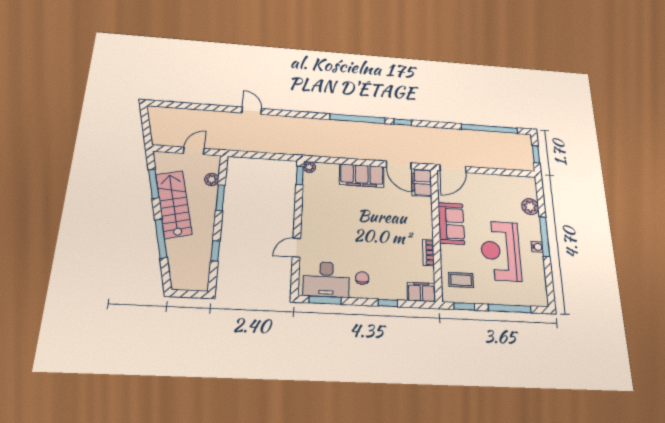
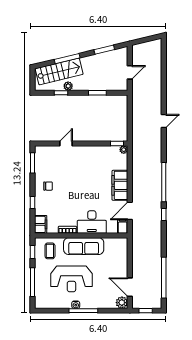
door: (252, 111) -> (164, 121), moved
door: (194, 151) -> (130, 72), hinge flipped
door: (453, 169) -> (130, 287), moved
plant: (212, 179) -> (68, 86), moved
filing cabinet: (422, 183) -> (123, 227), width x0.50
stairs: (174, 204) -> (59, 71), moved
plant: (530, 207) -> (122, 303), moved
sofa: (451, 223) -> (84, 246), width x1.36
door: (296, 248) -> (66, 143), hinge flipped
reception desk: (501, 251) -> (71, 279), turned 180
desk: (326, 279) -> (92, 222), moved, turned -90

